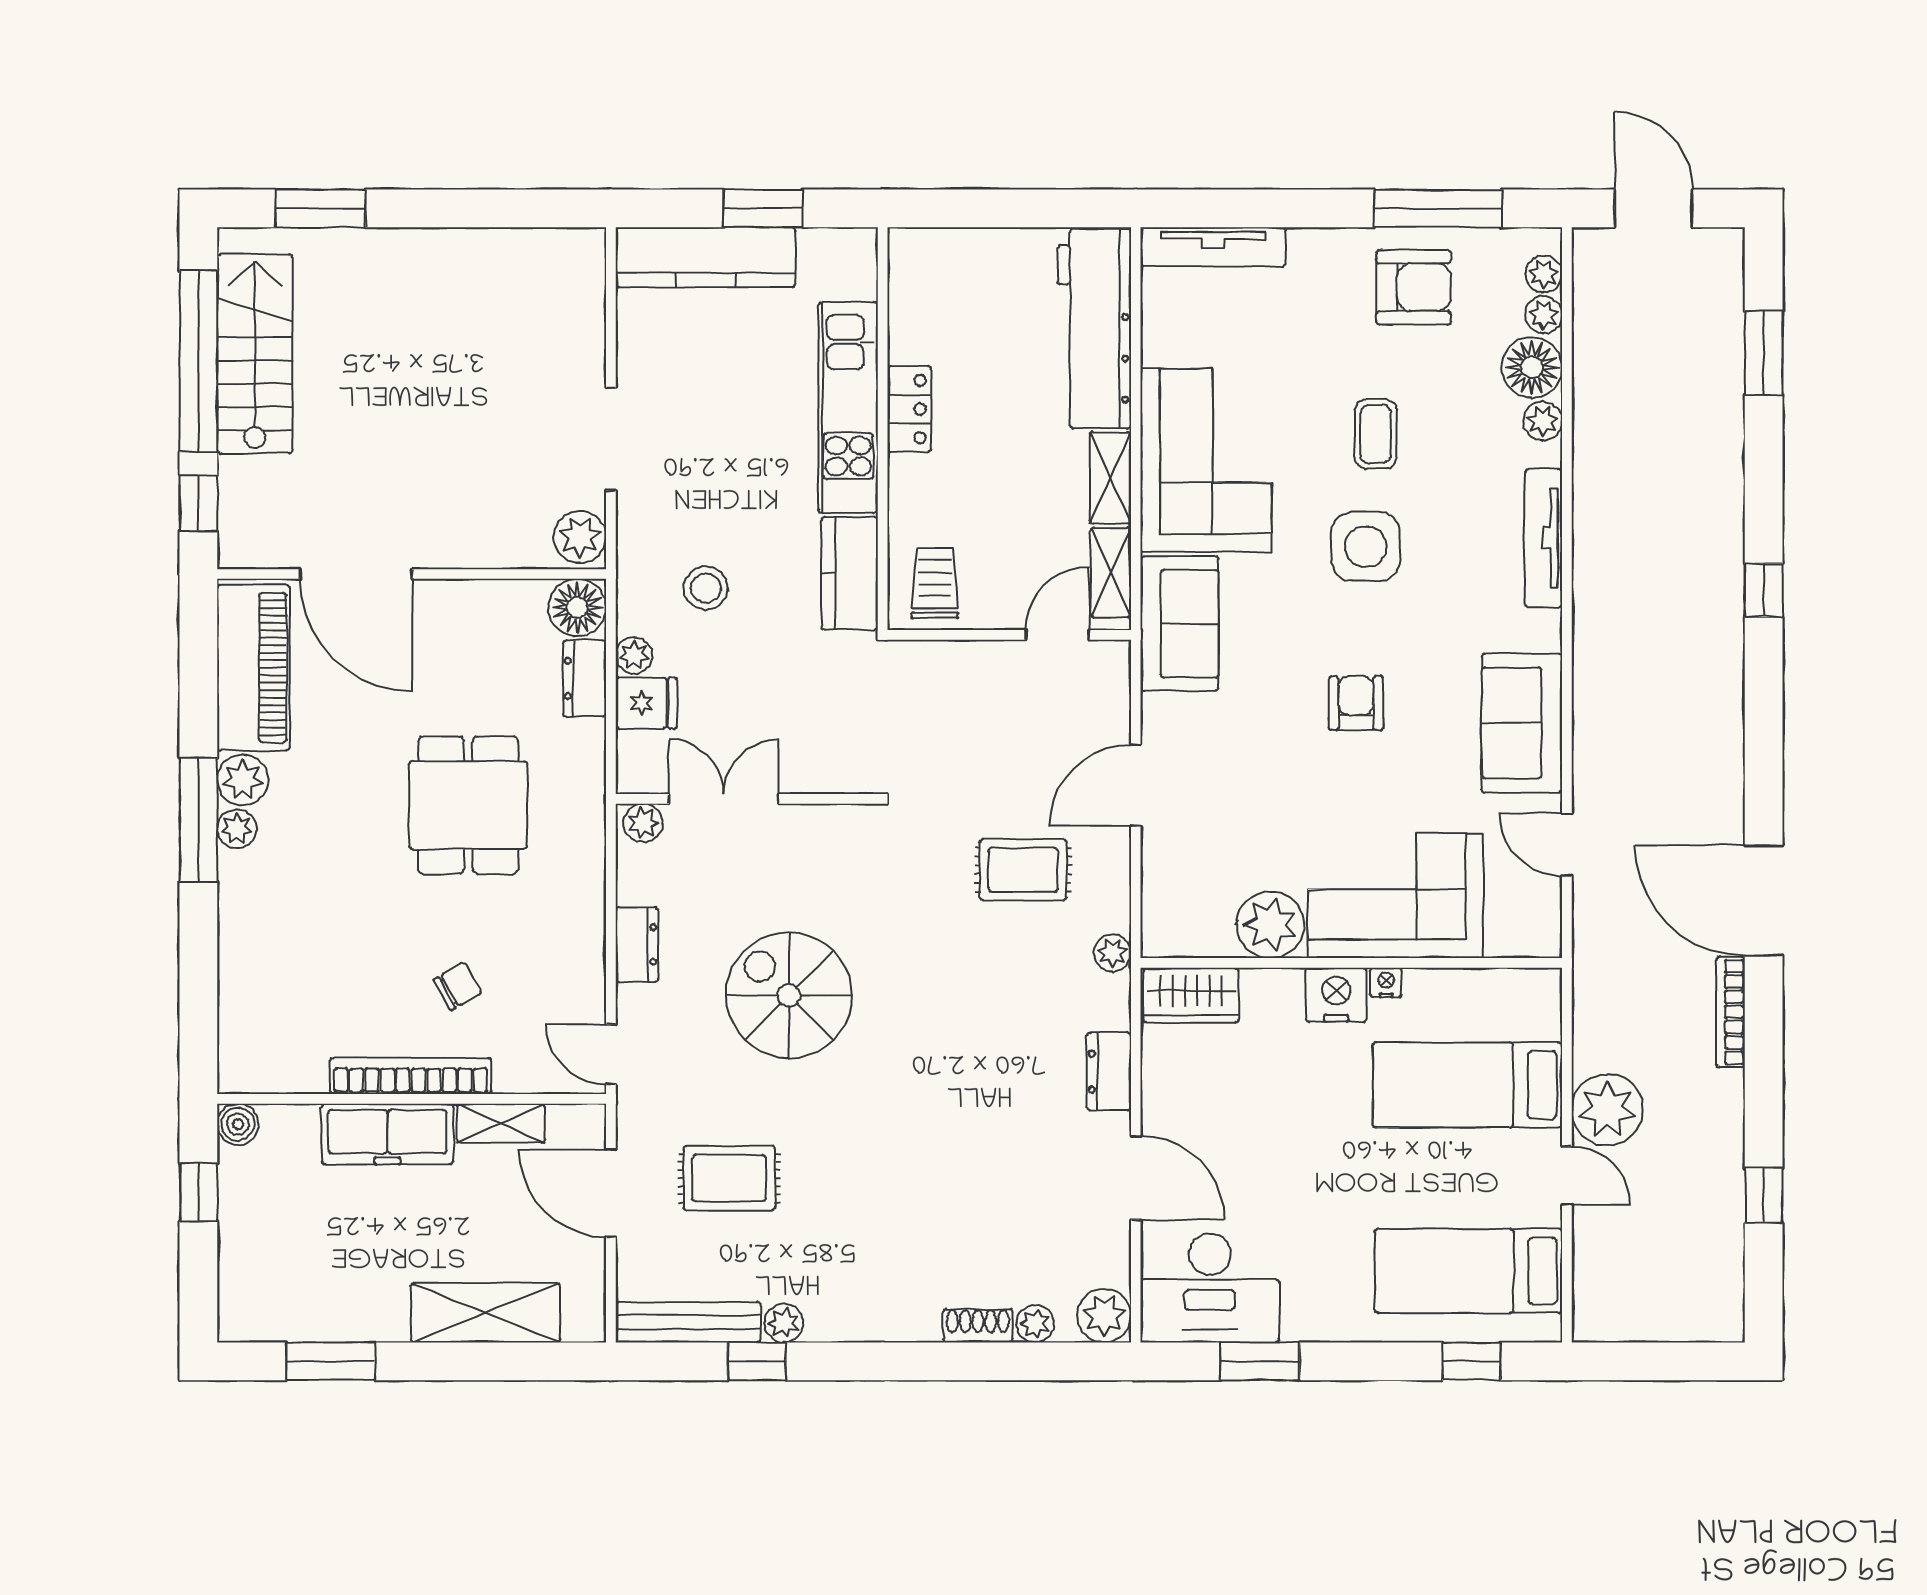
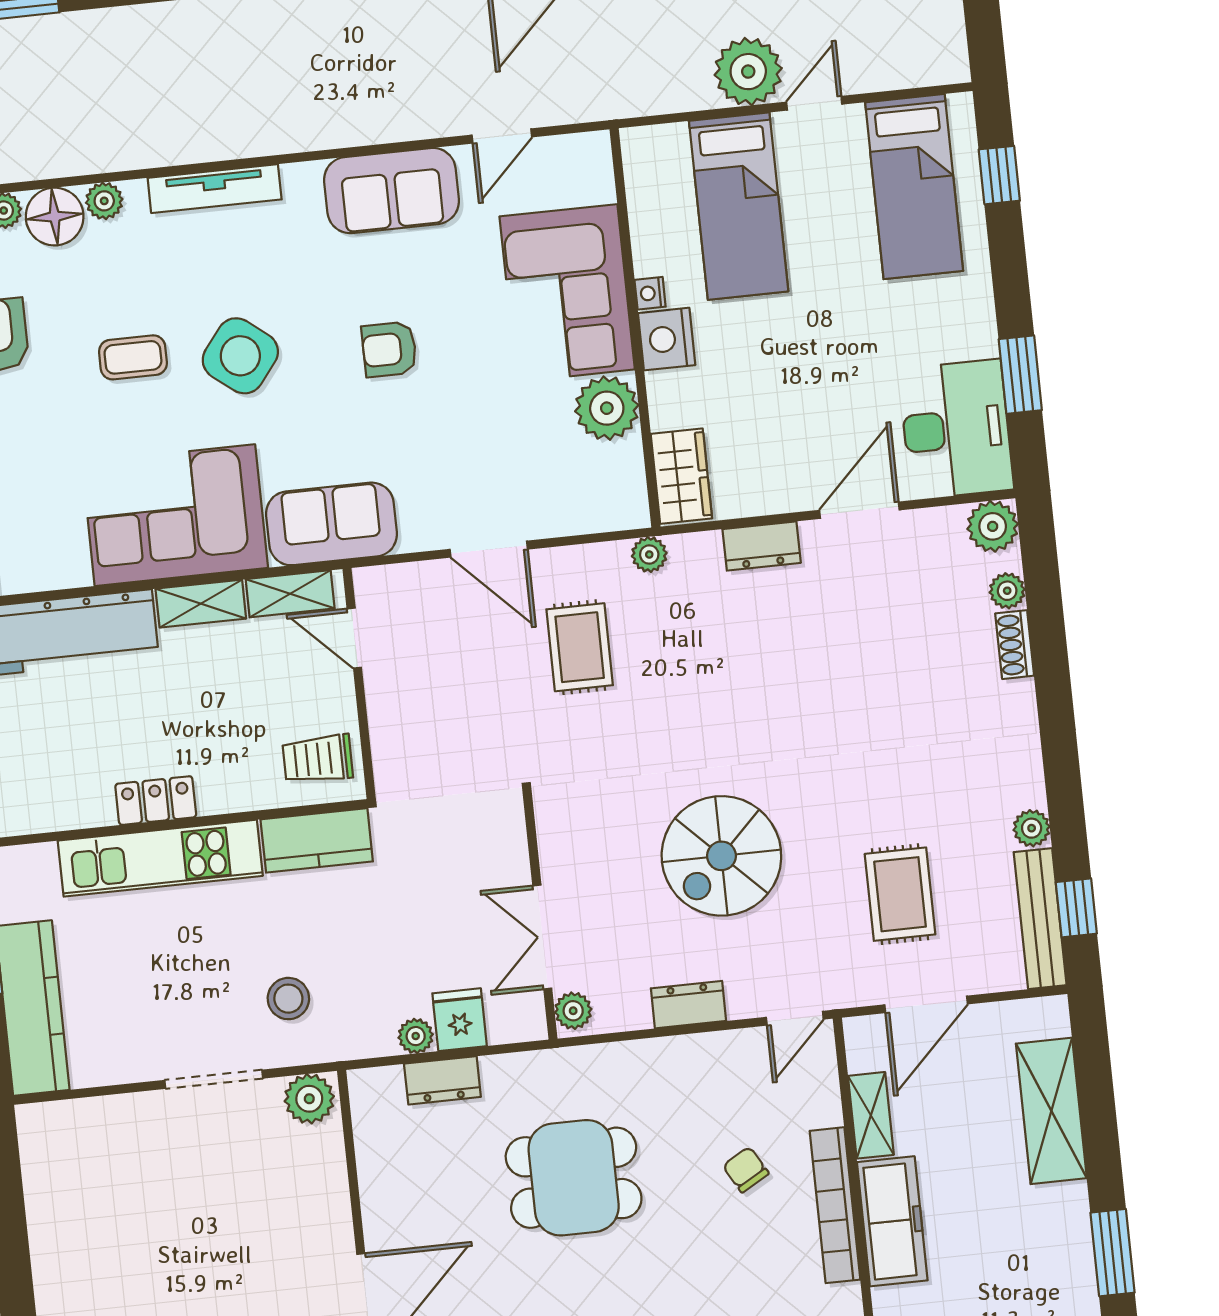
side table: (1366, 547) -> (240, 356), turned 38
stool: (706, 588) -> (288, 999), moved
floor lamp: (577, 607) -> (376, 1094), removed
window: (757, 1361) -> (1076, 908), moved

